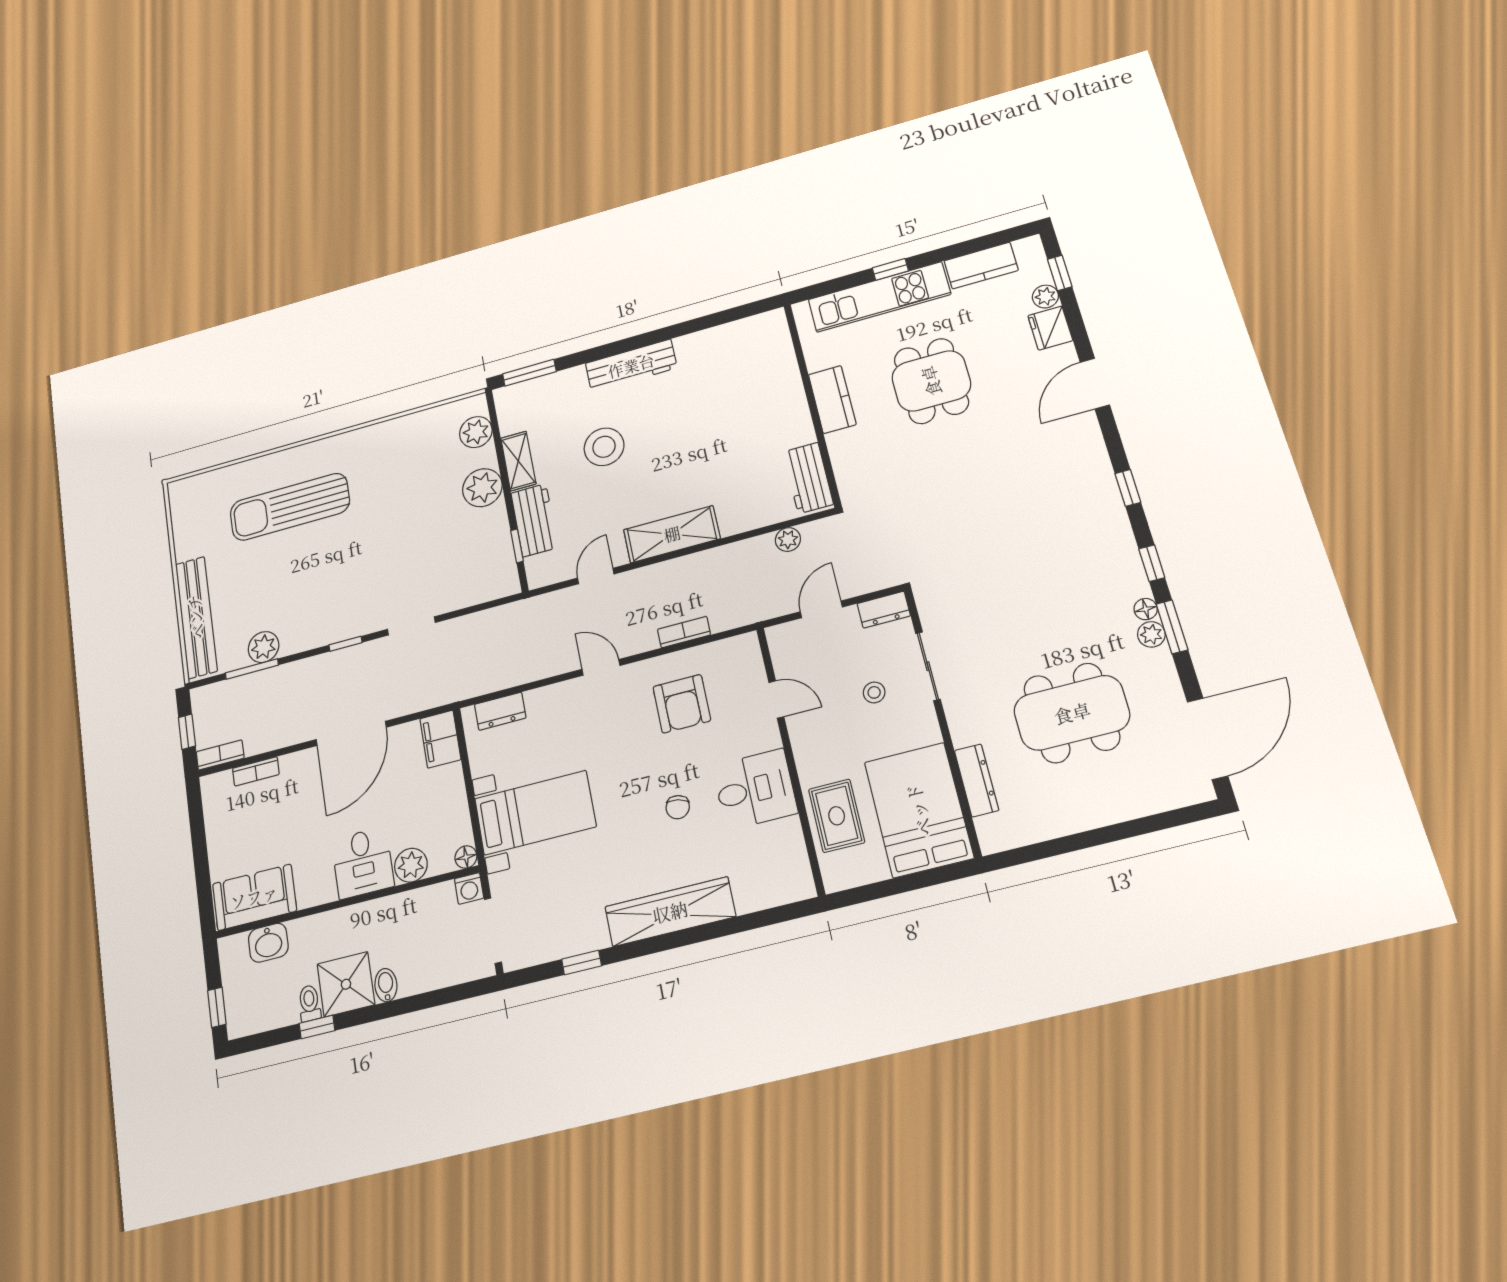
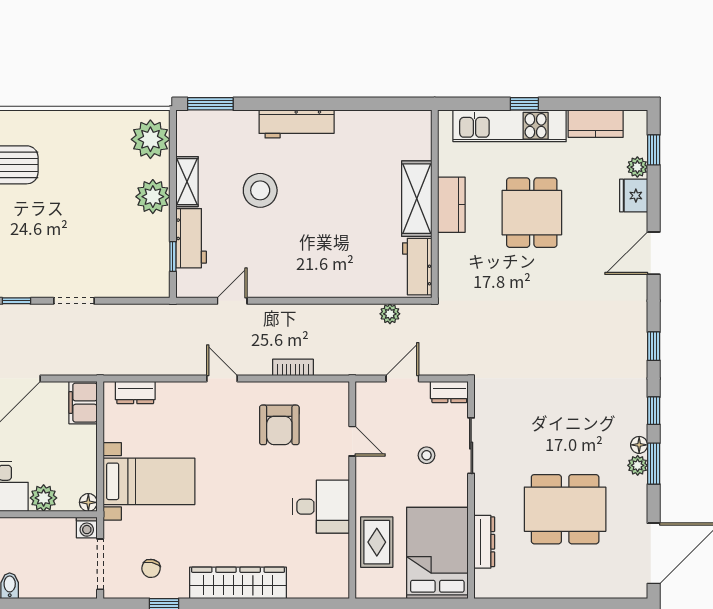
plant: (476, 432) -> (150, 139), width x1.36, depth x1.36
shelving: (672, 534) -> (417, 199), moved, turned 90
chair: (678, 807) -> (151, 568), moved

